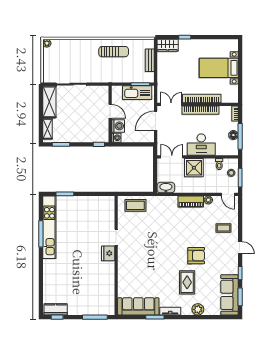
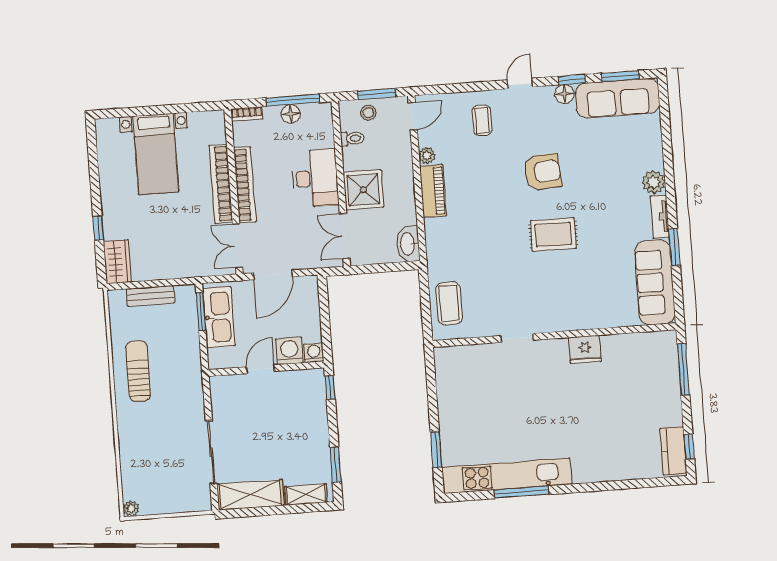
door: (156, 121) -> (273, 275), hinge flipped
fridge: (108, 253) -> (585, 349), moved
armchair: (196, 256) -> (543, 172), turned 86
floor lamp: (233, 269) -> (564, 94), added
rug: (187, 282) -> (553, 235), moved
plant: (198, 309) -> (654, 182), moved

